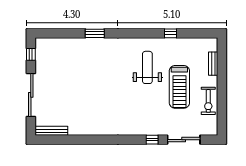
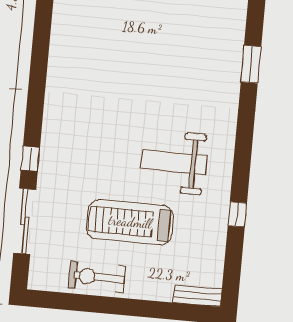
bench: (213, 64) -> (198, 296), moved
weight bench: (147, 67) -> (174, 162), turned 180

